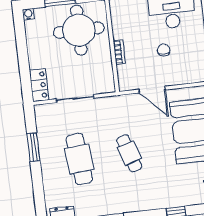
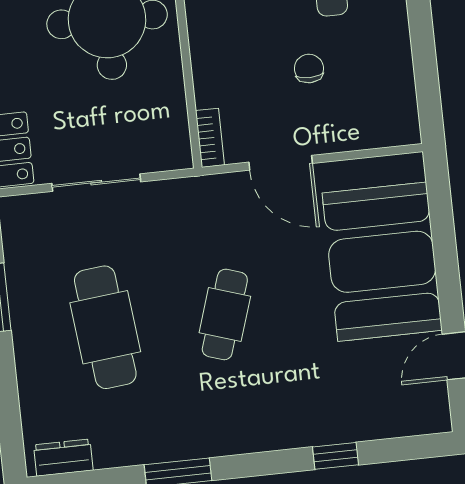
bookcase: (119, 52) -> (210, 138), moved
cafe table: (129, 153) -> (225, 314), turned 36

